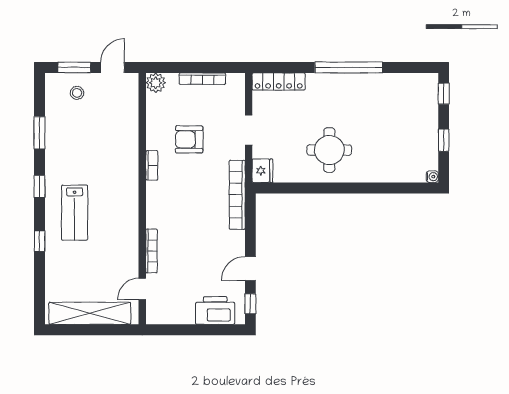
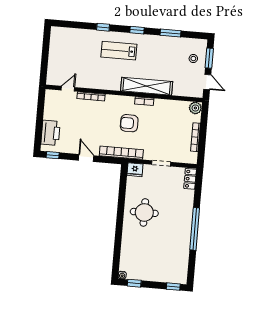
locker: (279, 82) -> (190, 179), width x0.66
armchair: (189, 139) -> (129, 123), moved, turned -90
window: (444, 140) -> (134, 283), moved
door: (250, 269) -> (86, 158), moved
door: (142, 289) -> (68, 89), hinge flipped
shelving: (90, 313) -> (147, 86), moved, turned 90

